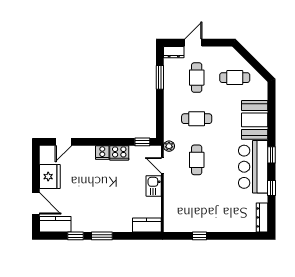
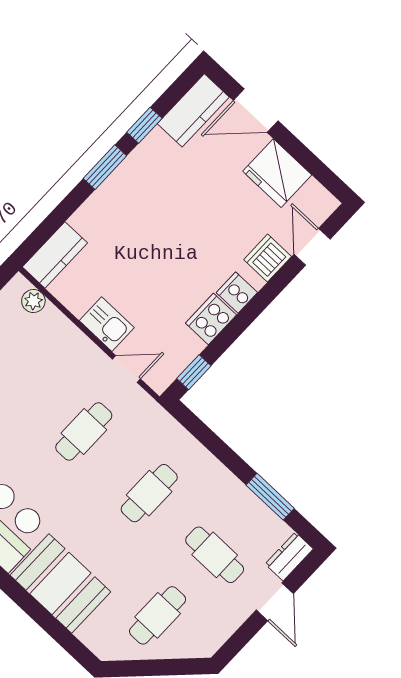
plant: (169, 146) -> (33, 301), moved
dishwasher: (81, 153) -> (268, 258), added
cafe table: (197, 160) -> (84, 431), turned 90

